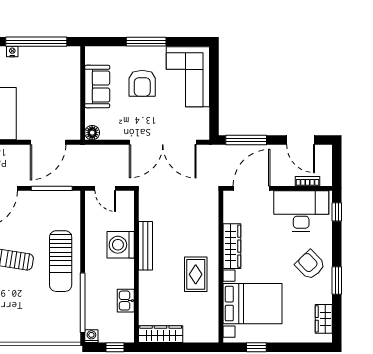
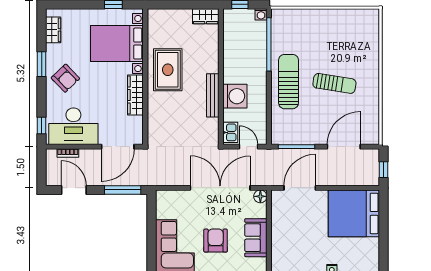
double door: (163, 142) -> (220, 188), moved
rug: (196, 274) -> (168, 70), width x1.36, depth x1.43
kitchen sink: (126, 301) -> (230, 132), moved
wardrobe: (161, 334) -> (206, 16), width x0.67

